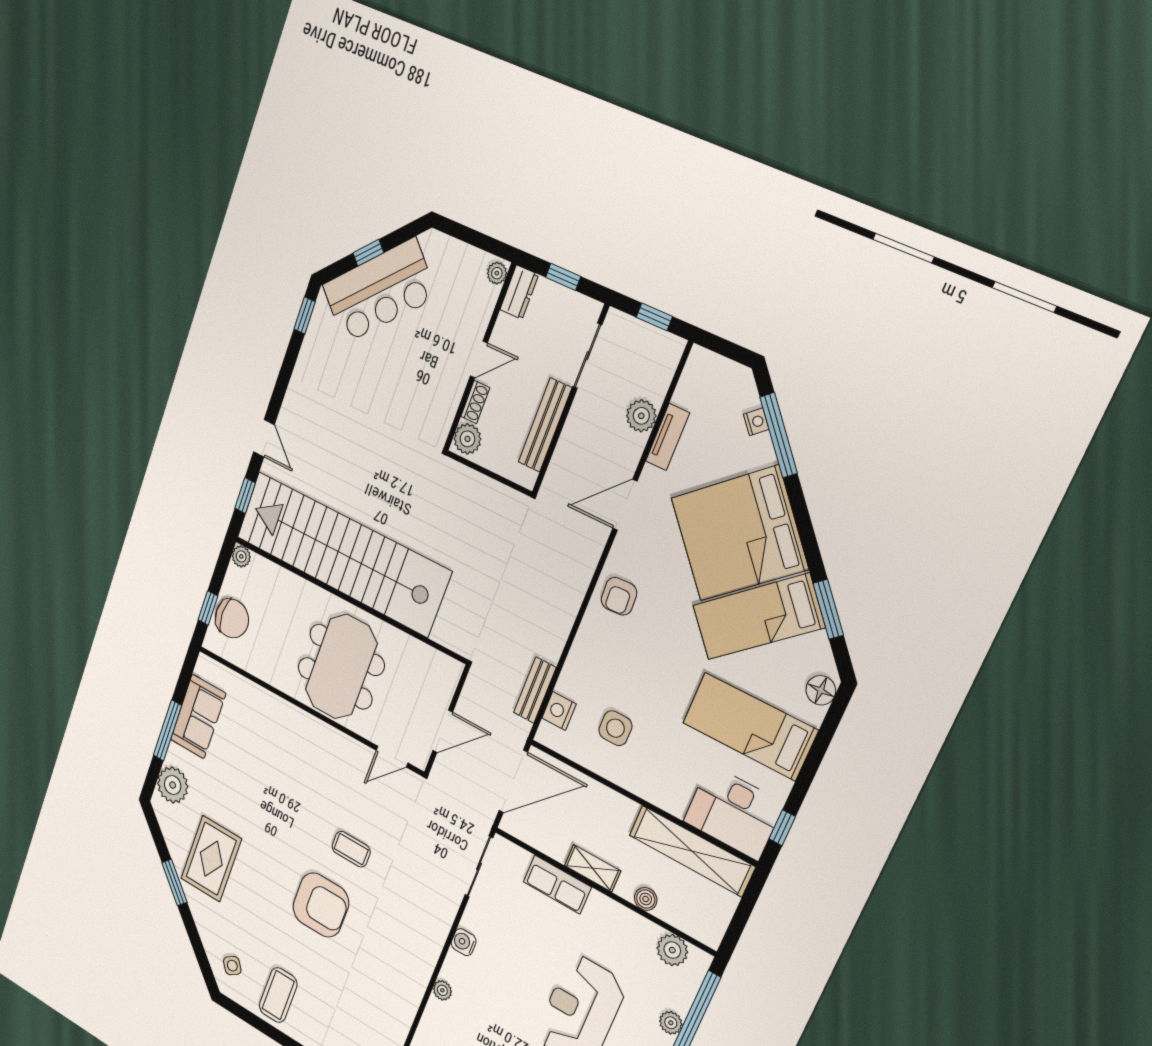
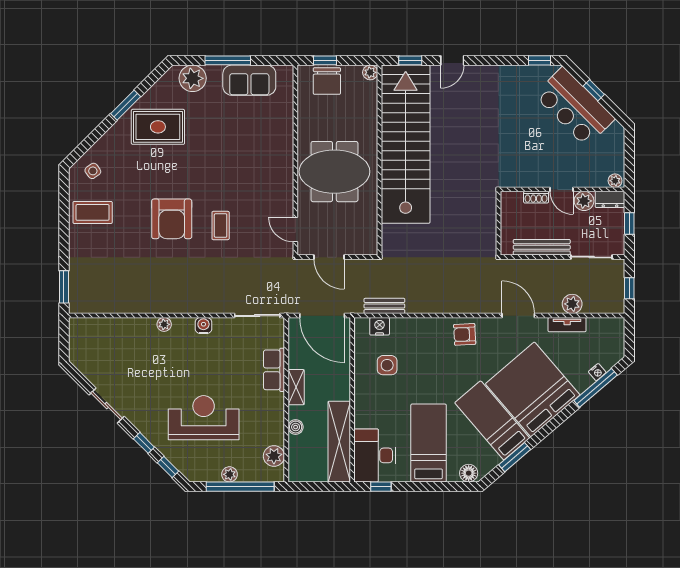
plant: (467, 439) -> (584, 201), moved

